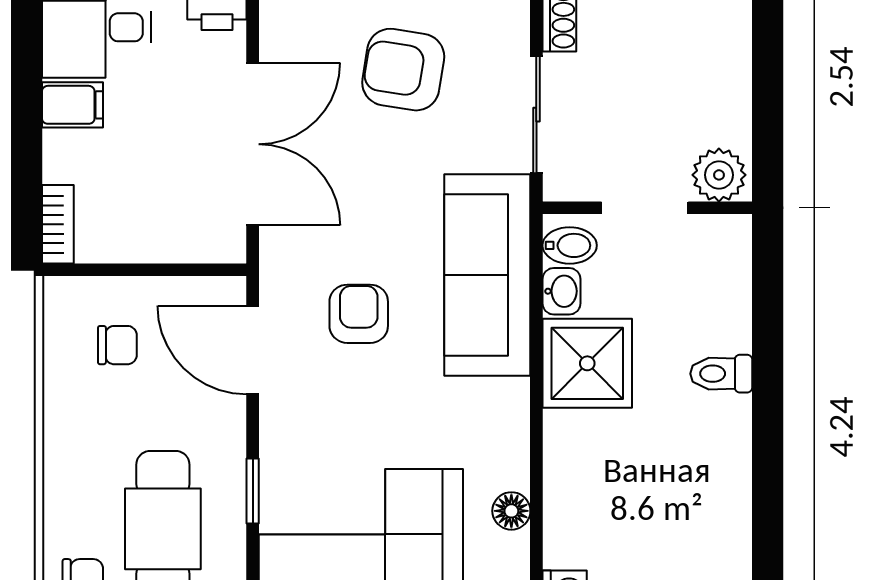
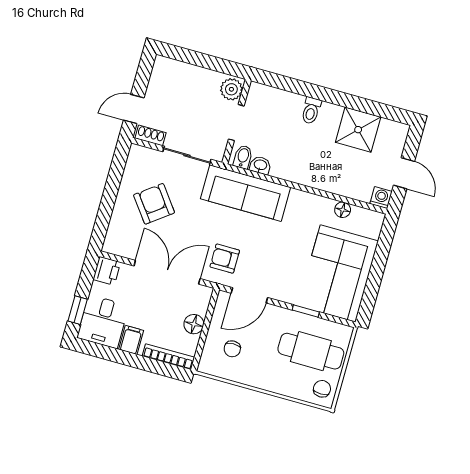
armchair: (403, 70) -> (154, 204), turned 134
bookcase: (58, 224) -> (168, 357), width x1.56
floor lamp: (150, 240) -> (194, 324), added
armchair: (359, 314) -> (225, 259), moved
chair: (117, 345) -> (232, 349), turned 180
shower: (587, 363) -> (358, 130), moved

